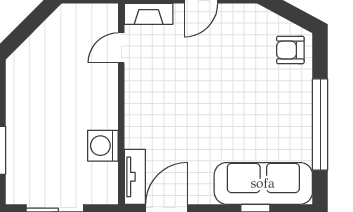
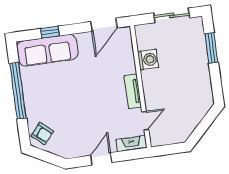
armchair: (290, 50) -> (42, 134), turned 40
tv unit: (135, 177) -> (133, 91), moved

